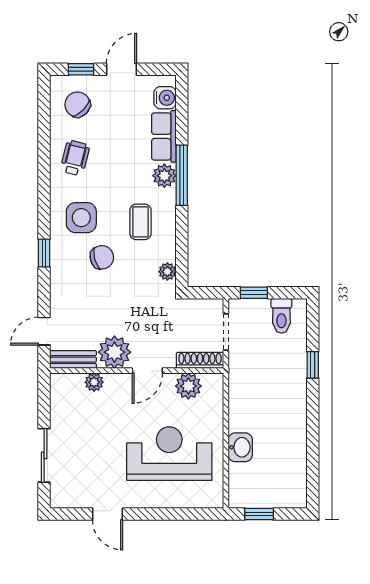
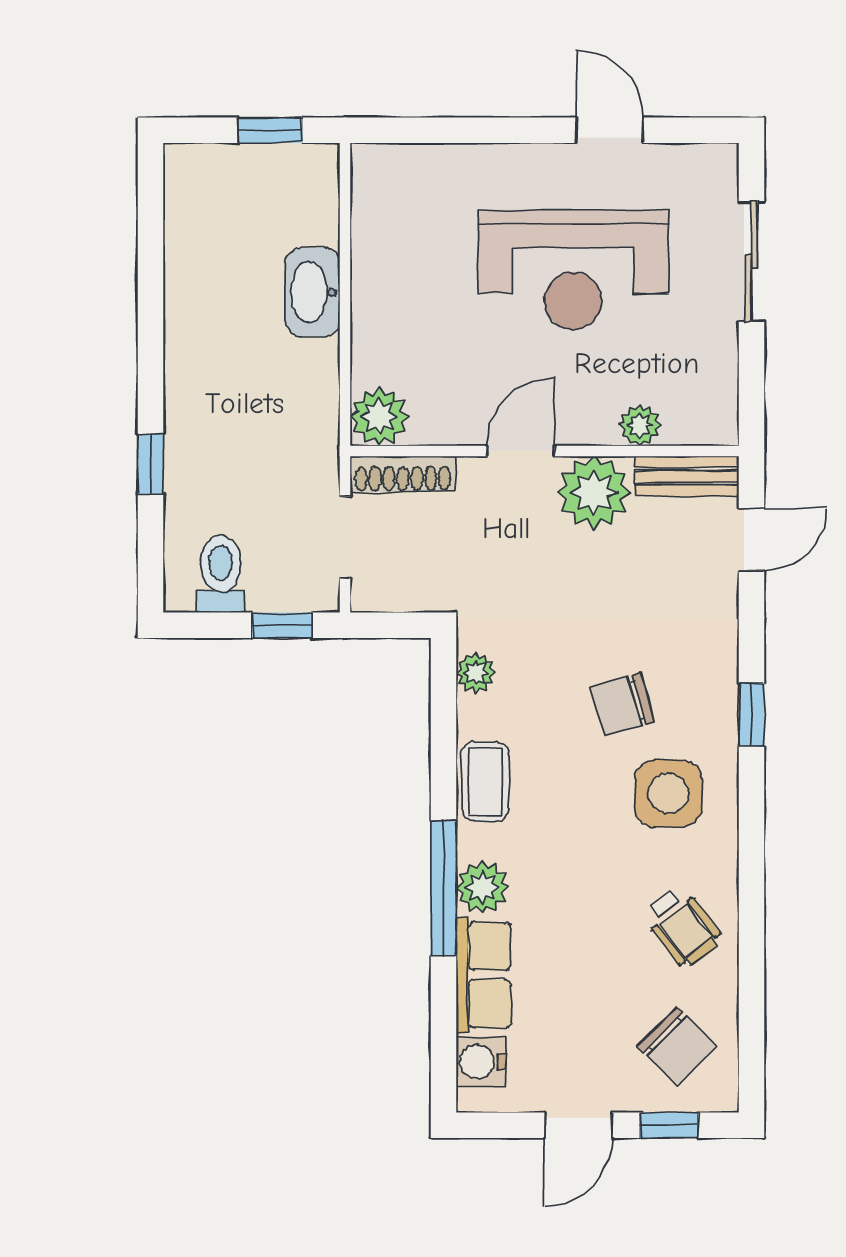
wheelchair: (75, 158) -> (682, 927), turned -52
coffee table: (140, 222) -> (485, 781), moved
plant: (188, 386) -> (379, 417), moved
washbasin: (240, 447) -> (313, 292), width x1.38
reception desk: (169, 454) -> (573, 270), moved

